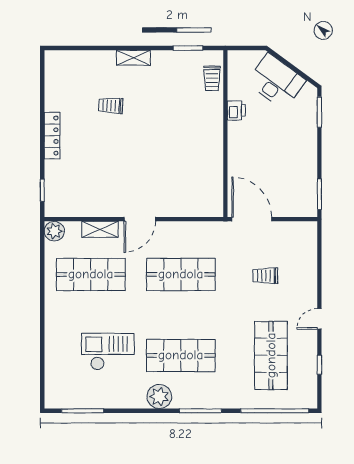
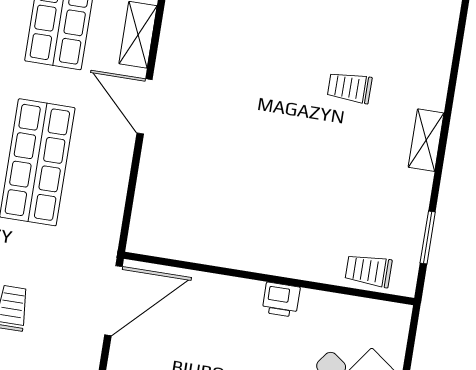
trolley: (111, 105) -> (350, 88), turned -93
printer: (236, 110) -> (281, 300), moved

